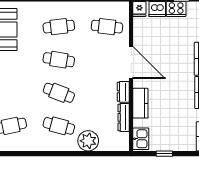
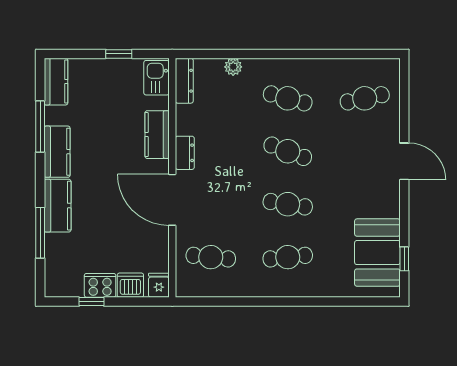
dresser: (124, 117) -> (184, 81), moved
plant: (88, 141) -> (233, 67), width x0.53, depth x0.53

